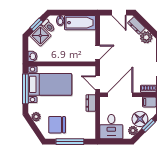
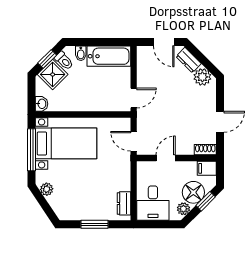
door: (120, 95) -> (166, 158), width x0.53
dresser: (91, 103) -> (124, 203), moved
chair: (57, 125) -> (76, 200), removed
window: (70, 142) -> (94, 224), width x0.69

